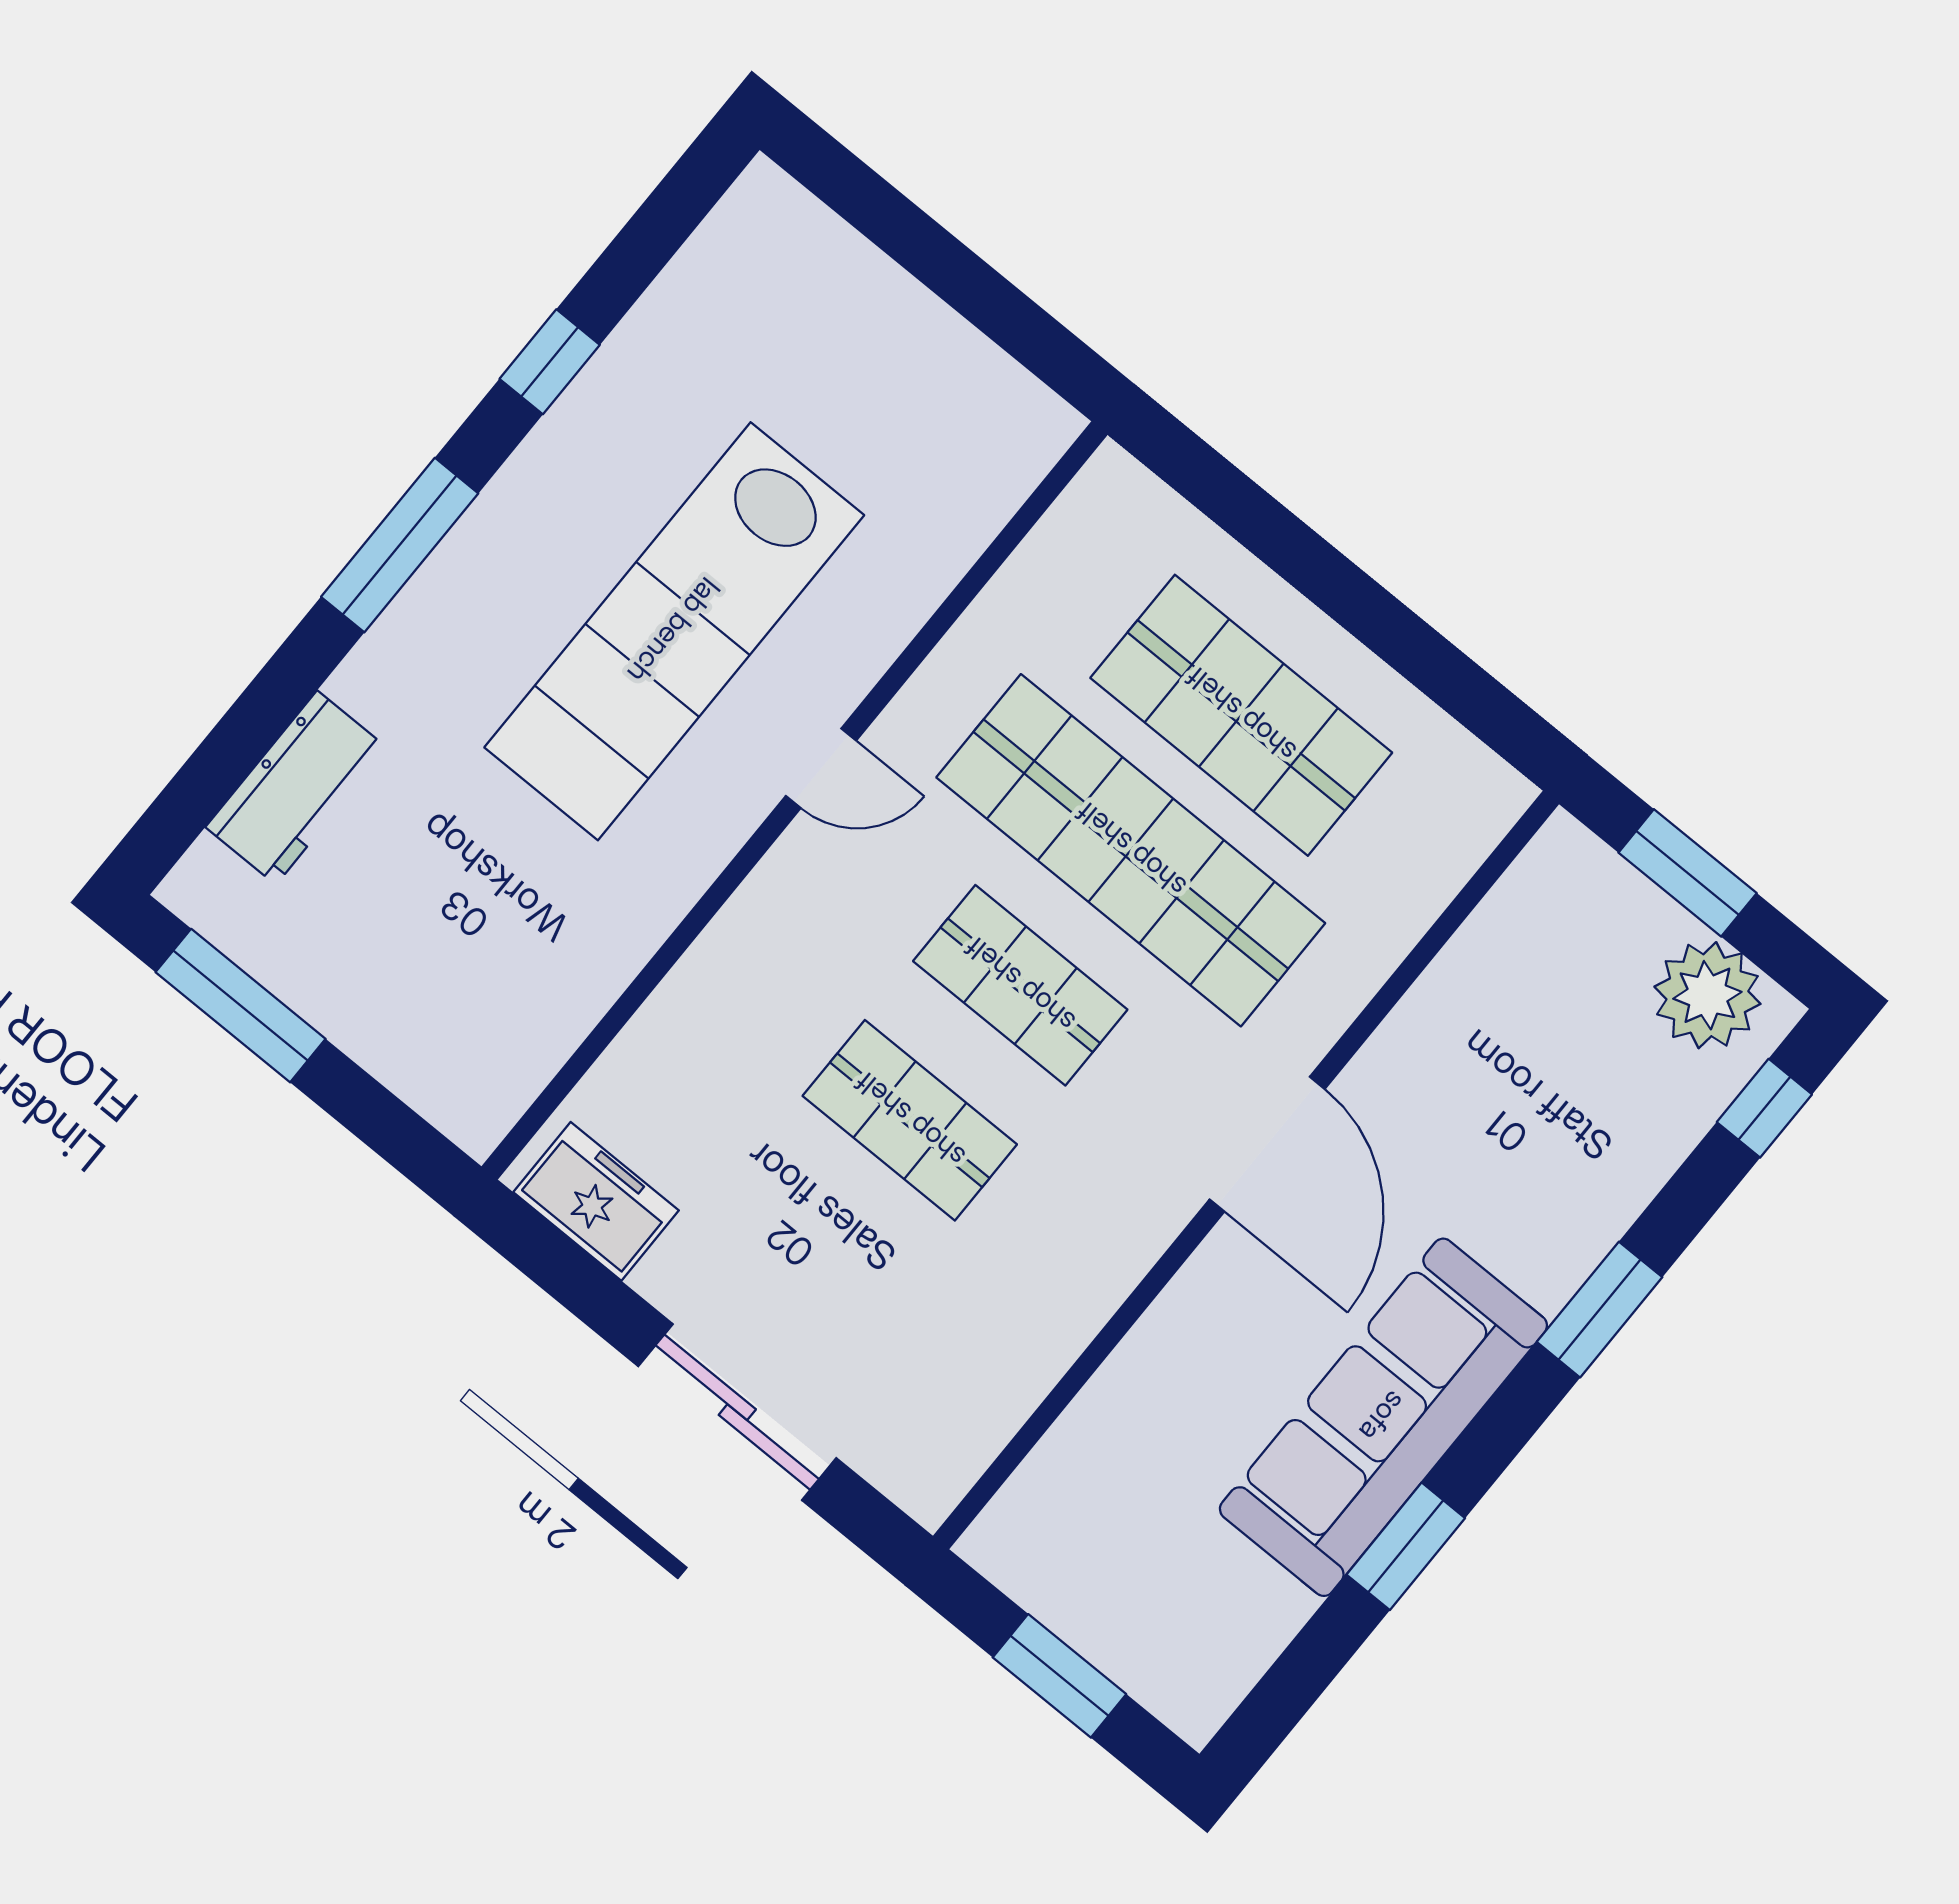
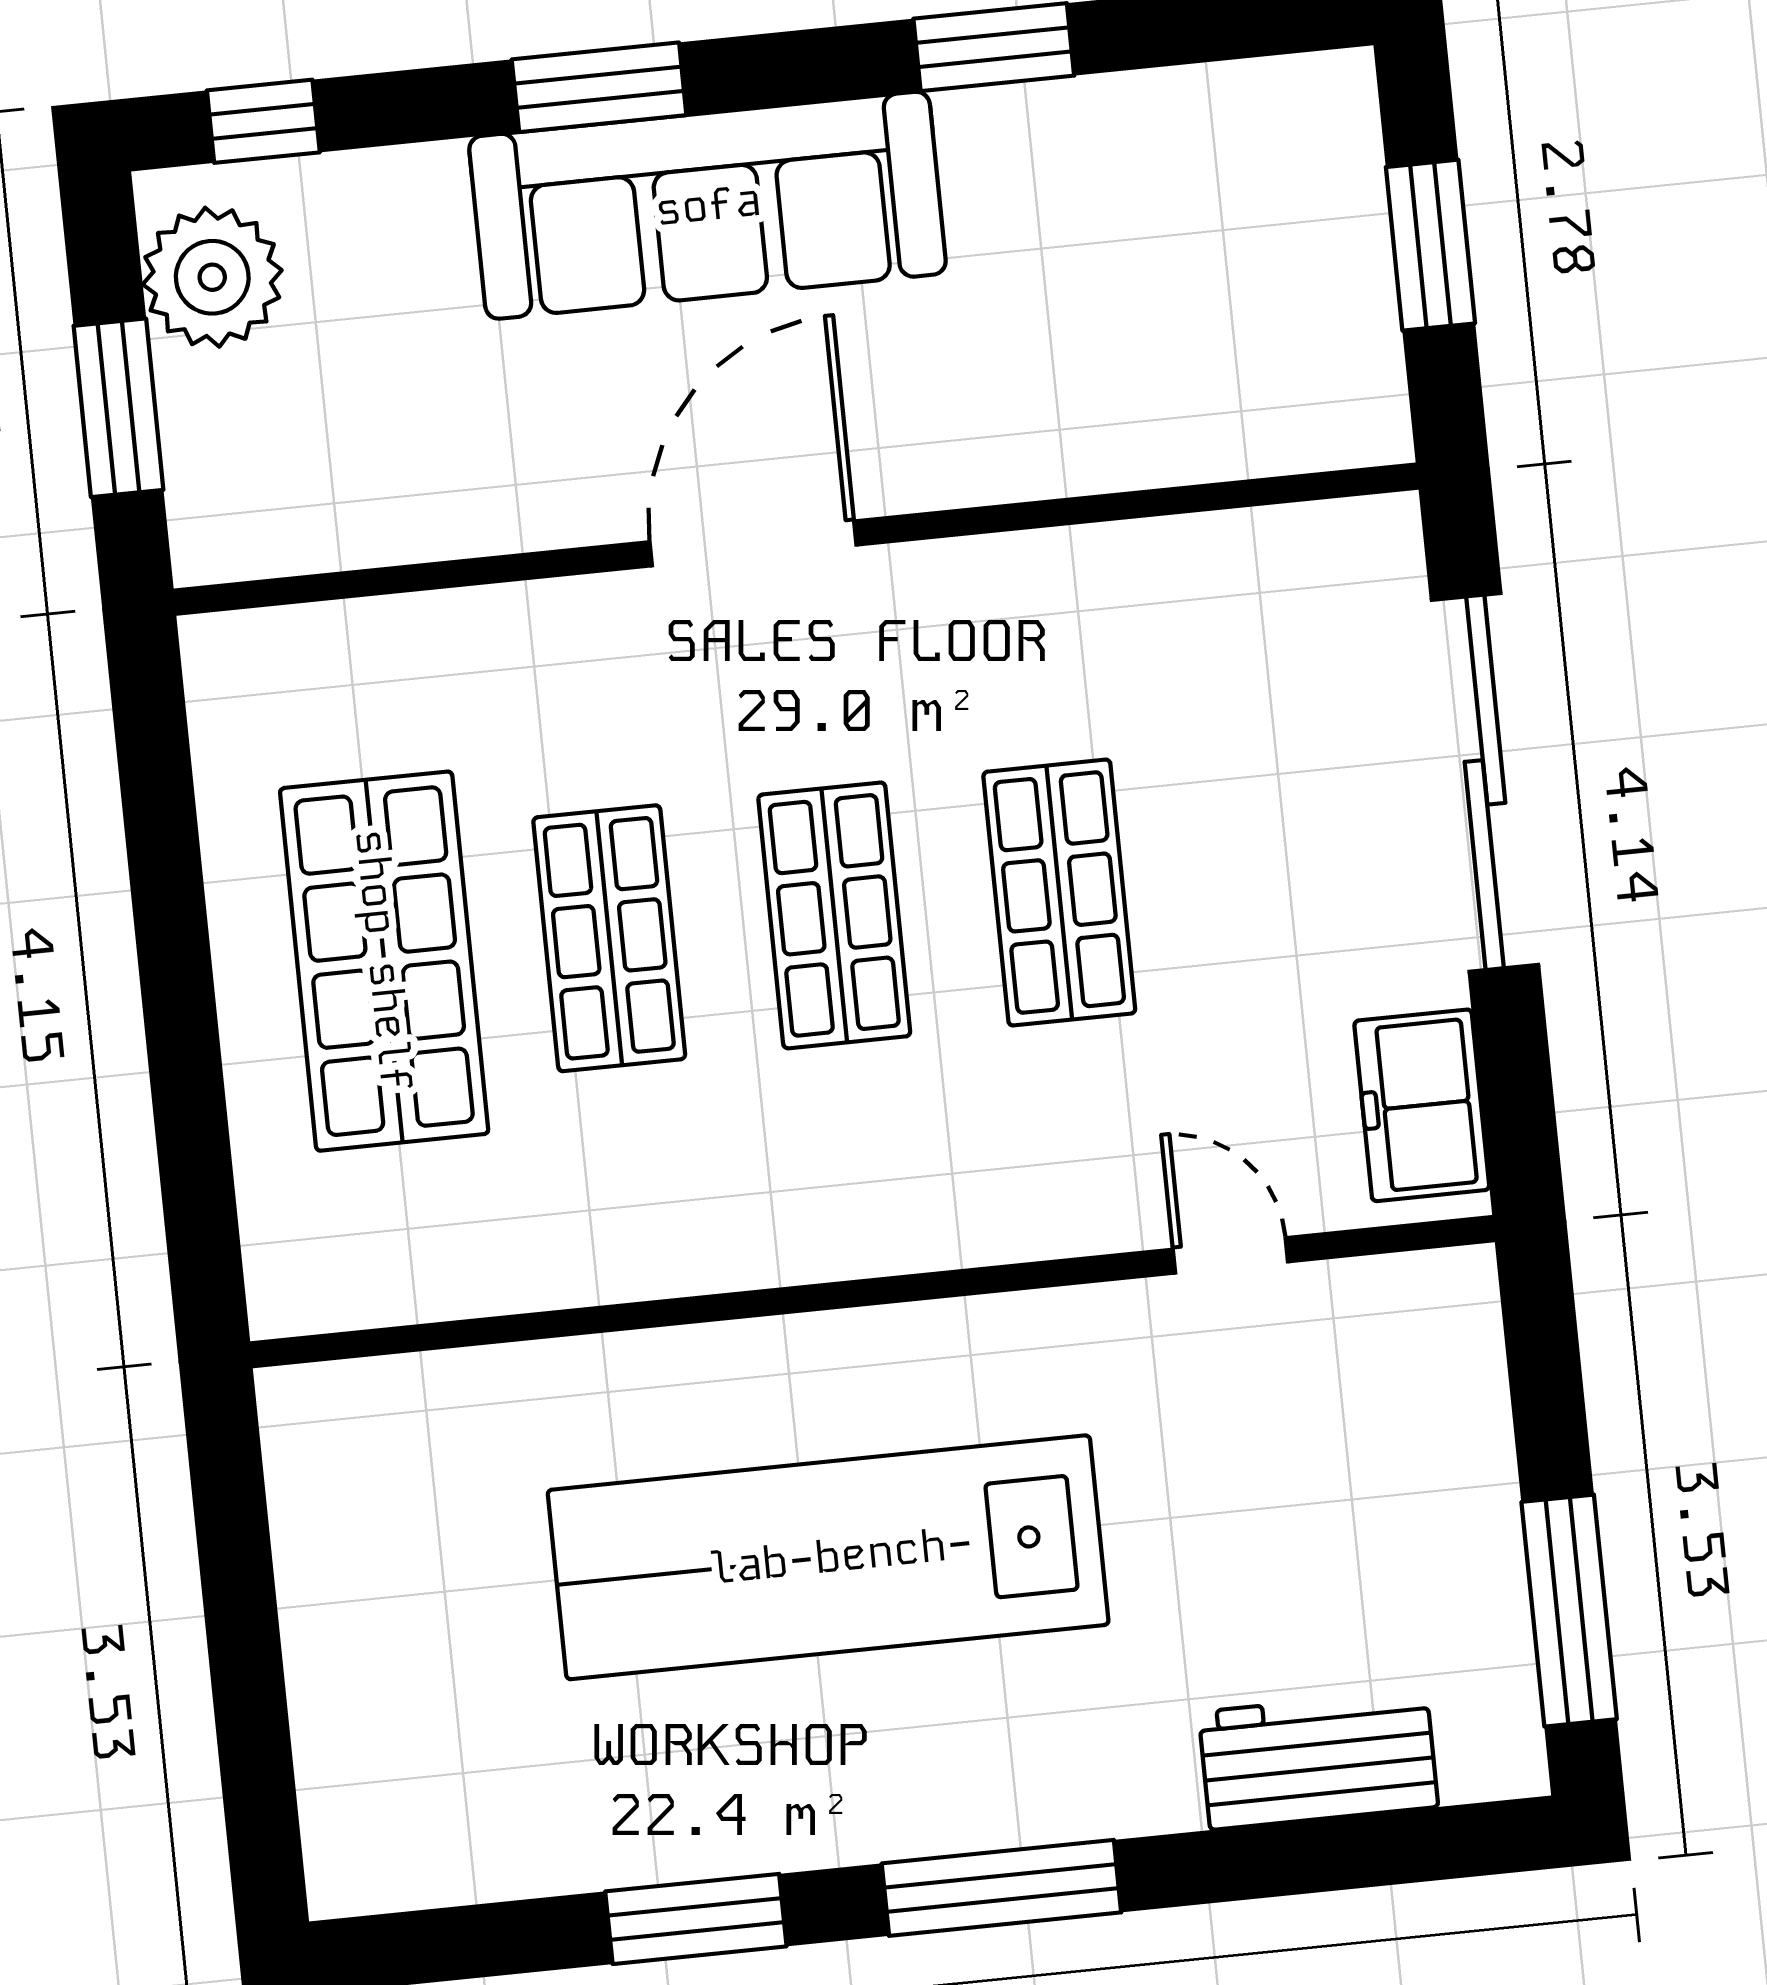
window: (550, 362) -> (696, 1919), width x1.50
lab bench: (674, 631) -> (828, 1557), turned 180
door: (821, 768) -> (1230, 1255), moved
shop shelf: (1131, 850) -> (609, 938), width x0.50, depth x0.74
sliding door: (737, 1412) -> (1485, 782), width x1.36
sofa: (1383, 1417) -> (708, 205), moved

